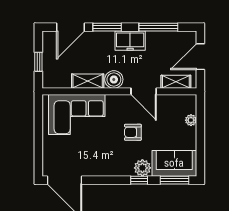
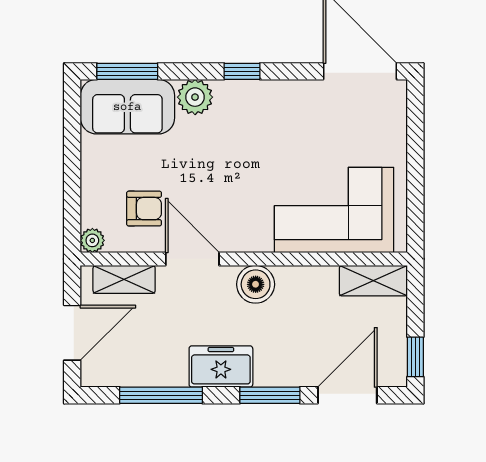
window: (38, 62) -> (415, 357), moved
shelving: (88, 81) -> (373, 281), moved
plant: (191, 120) -> (92, 240), moved
armchair: (133, 132) -> (144, 209), moved
window: (139, 180) -> (242, 71), moved

